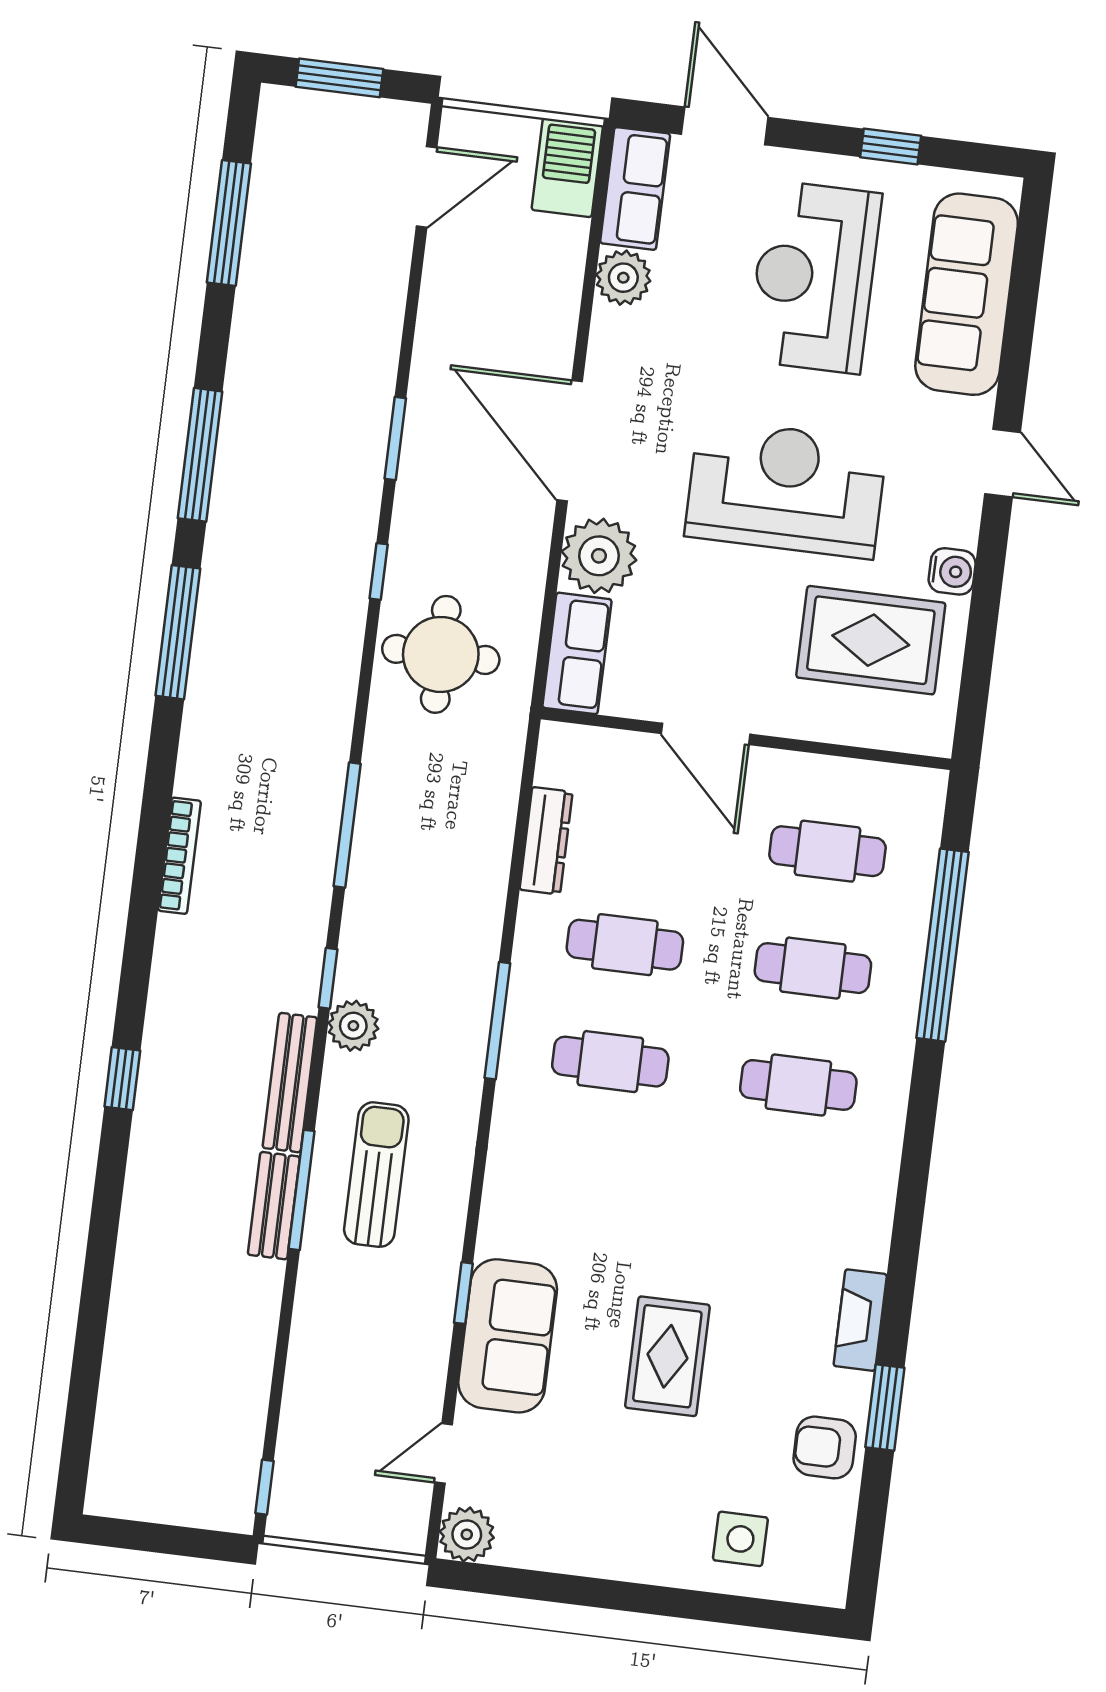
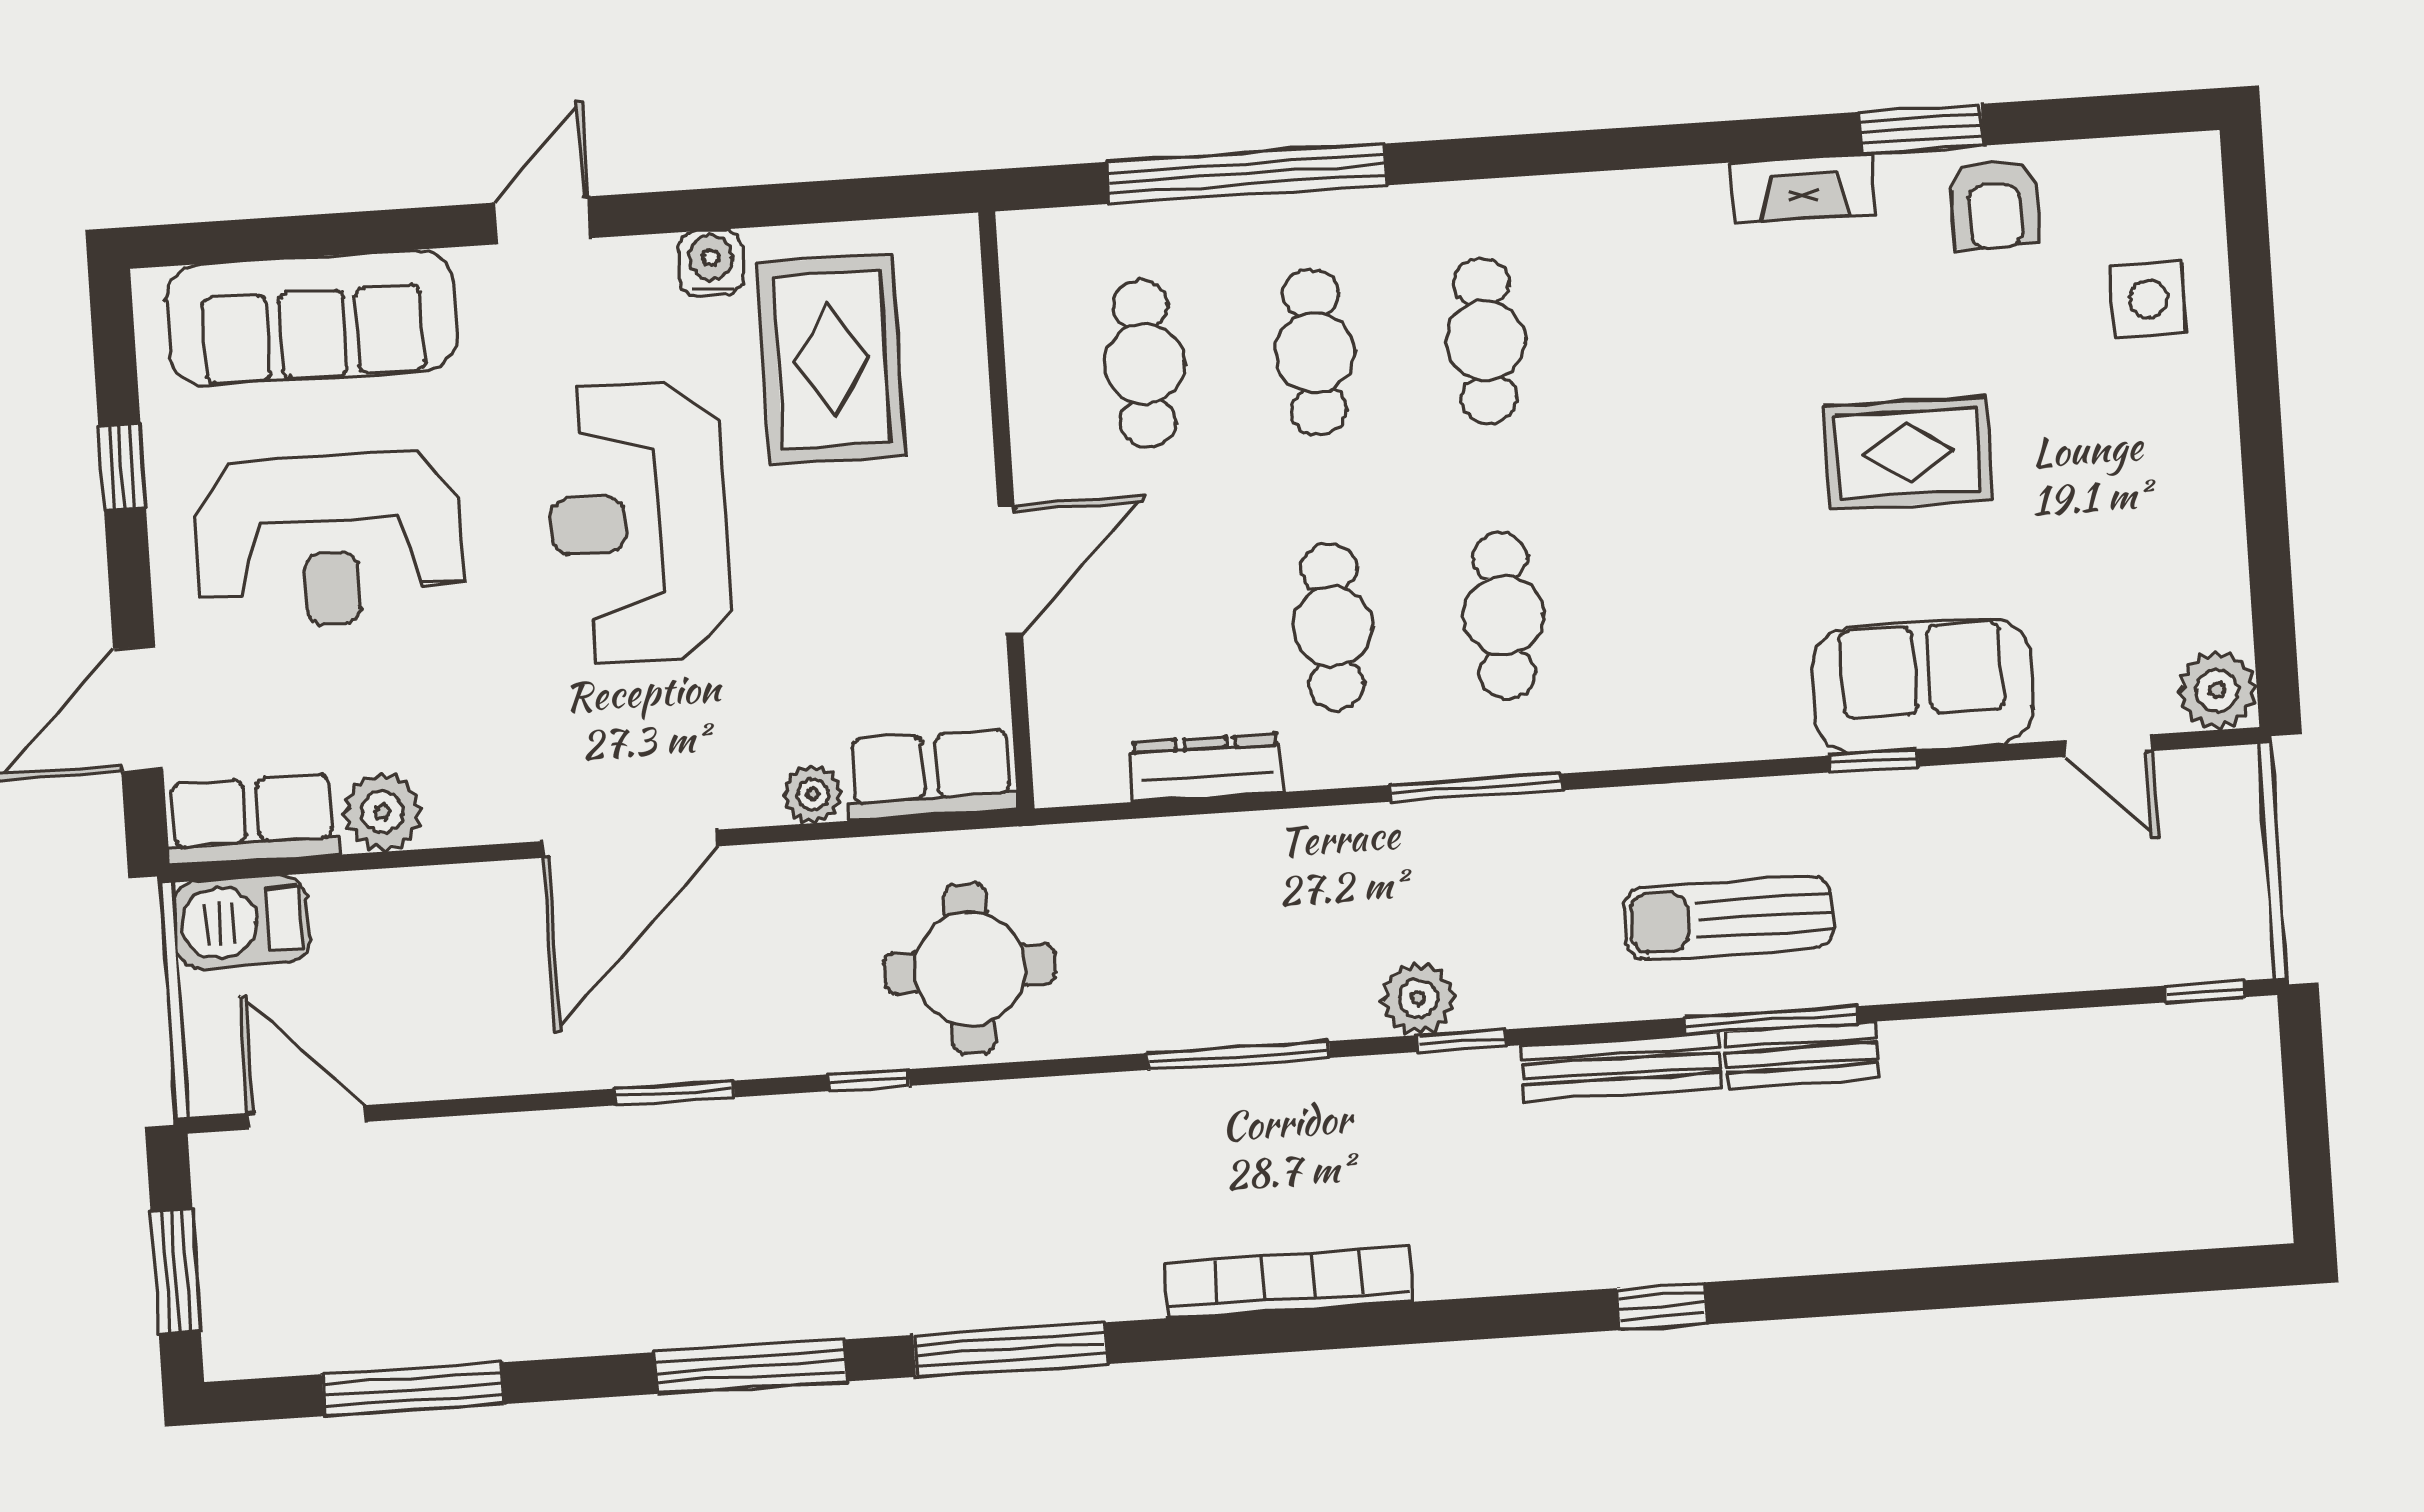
plant: (599, 556) -> (813, 794), width x0.53, depth x0.53
bookcase: (179, 856) -> (1288, 1282), width x1.48, depth x1.31
plant: (353, 1026) -> (1418, 998), moved

